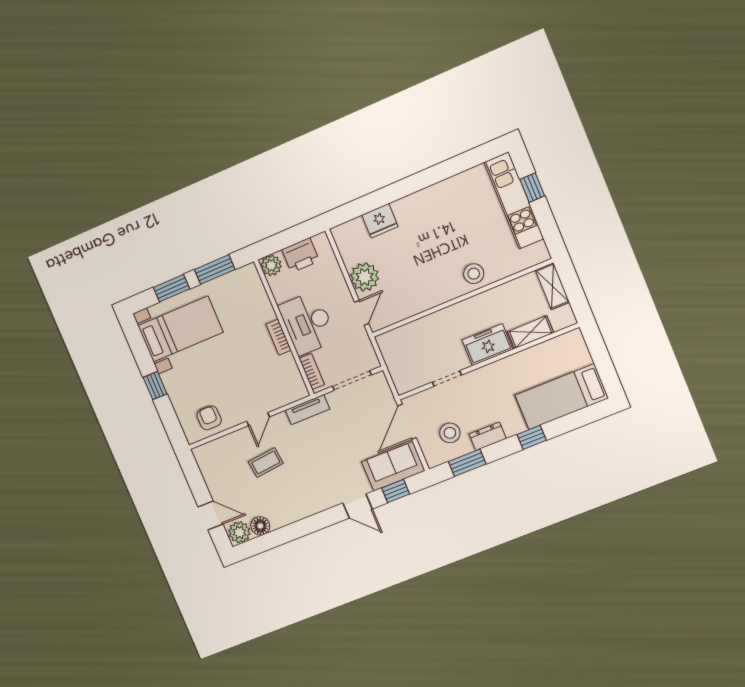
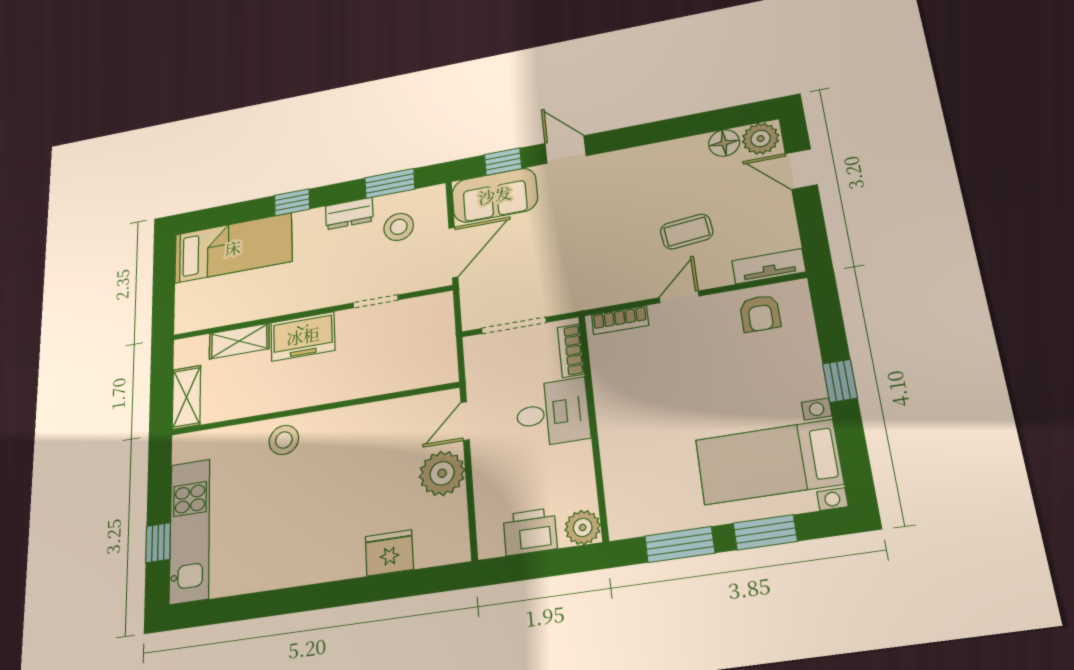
desk: (308, 323) -> (552, 413), width x0.73
bookcase: (279, 337) -> (620, 320), moved, turned 90
tv unit: (307, 410) -> (769, 266), moved

